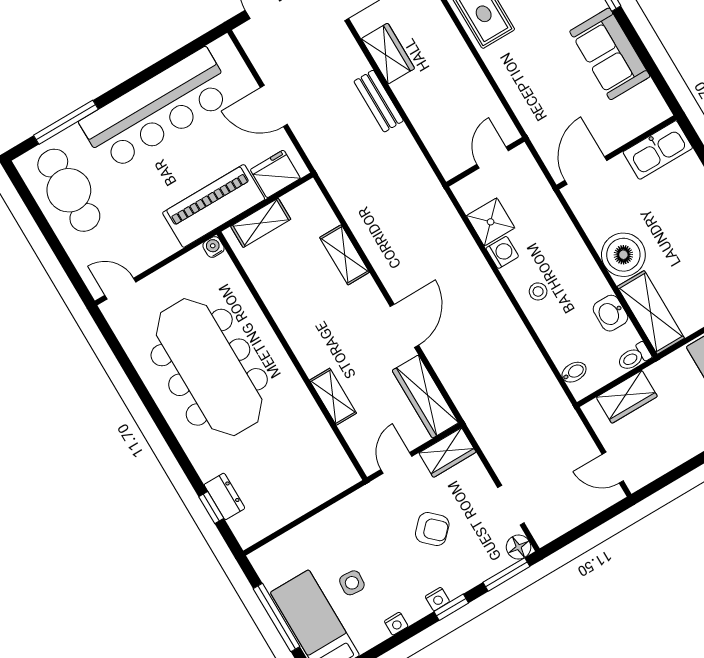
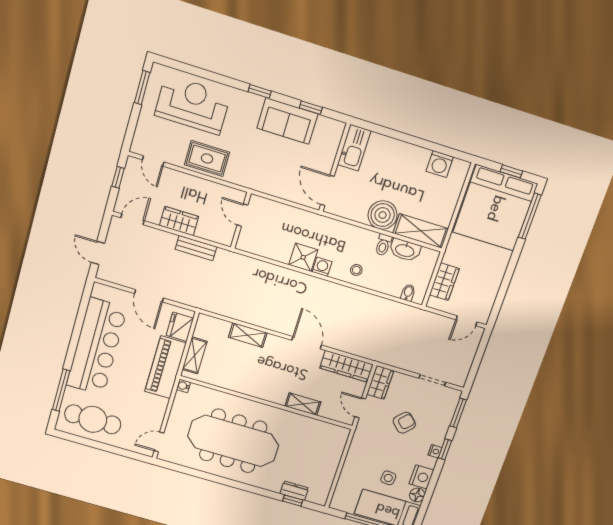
window: (649, 63) -> (311, 108), added
door: (274, 106) -> (149, 296), hinge flipped
door: (493, 158) -> (242, 215), moved
wall: (485, 162) -> (241, 220), moved
washbasin: (610, 313) -> (405, 250), width x1.38
toilet: (634, 357) -> (383, 245), moved
floor lamp: (519, 547) -> (417, 495), moved
nightstand: (396, 624) -> (421, 477), width x1.89, depth x1.79

